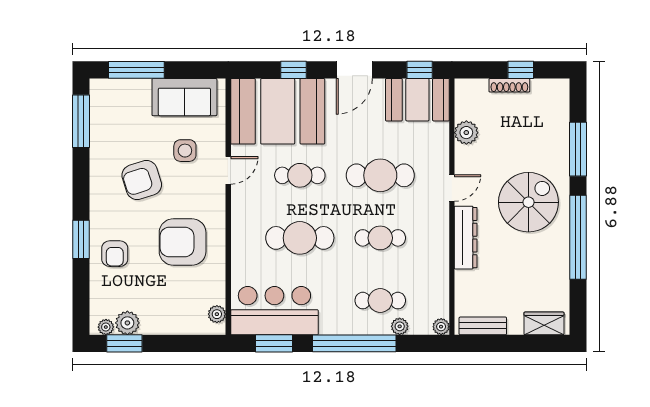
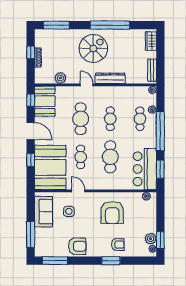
window: (578, 149) -> (56, 25), moved
armchair: (142, 180) -> (77, 246), moved, turned -72
spiral stairs: (528, 202) -> (93, 49), turned 90

